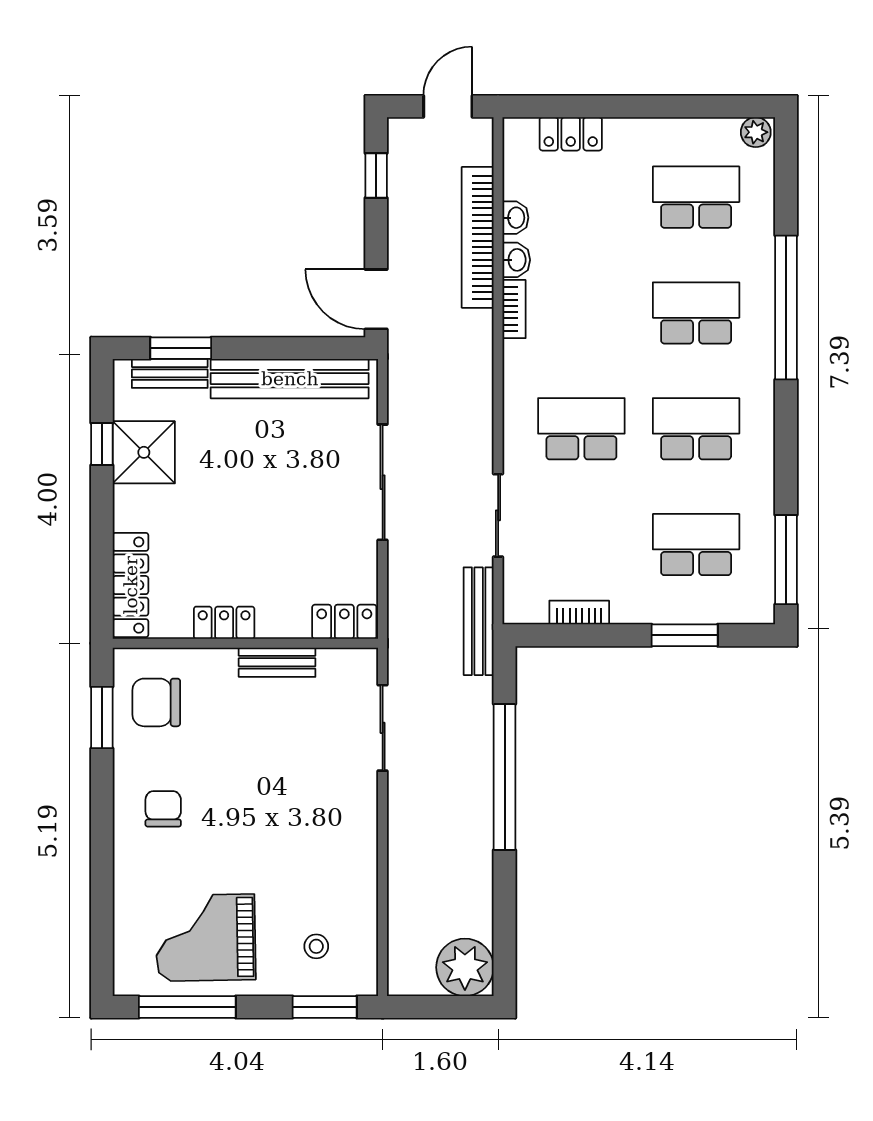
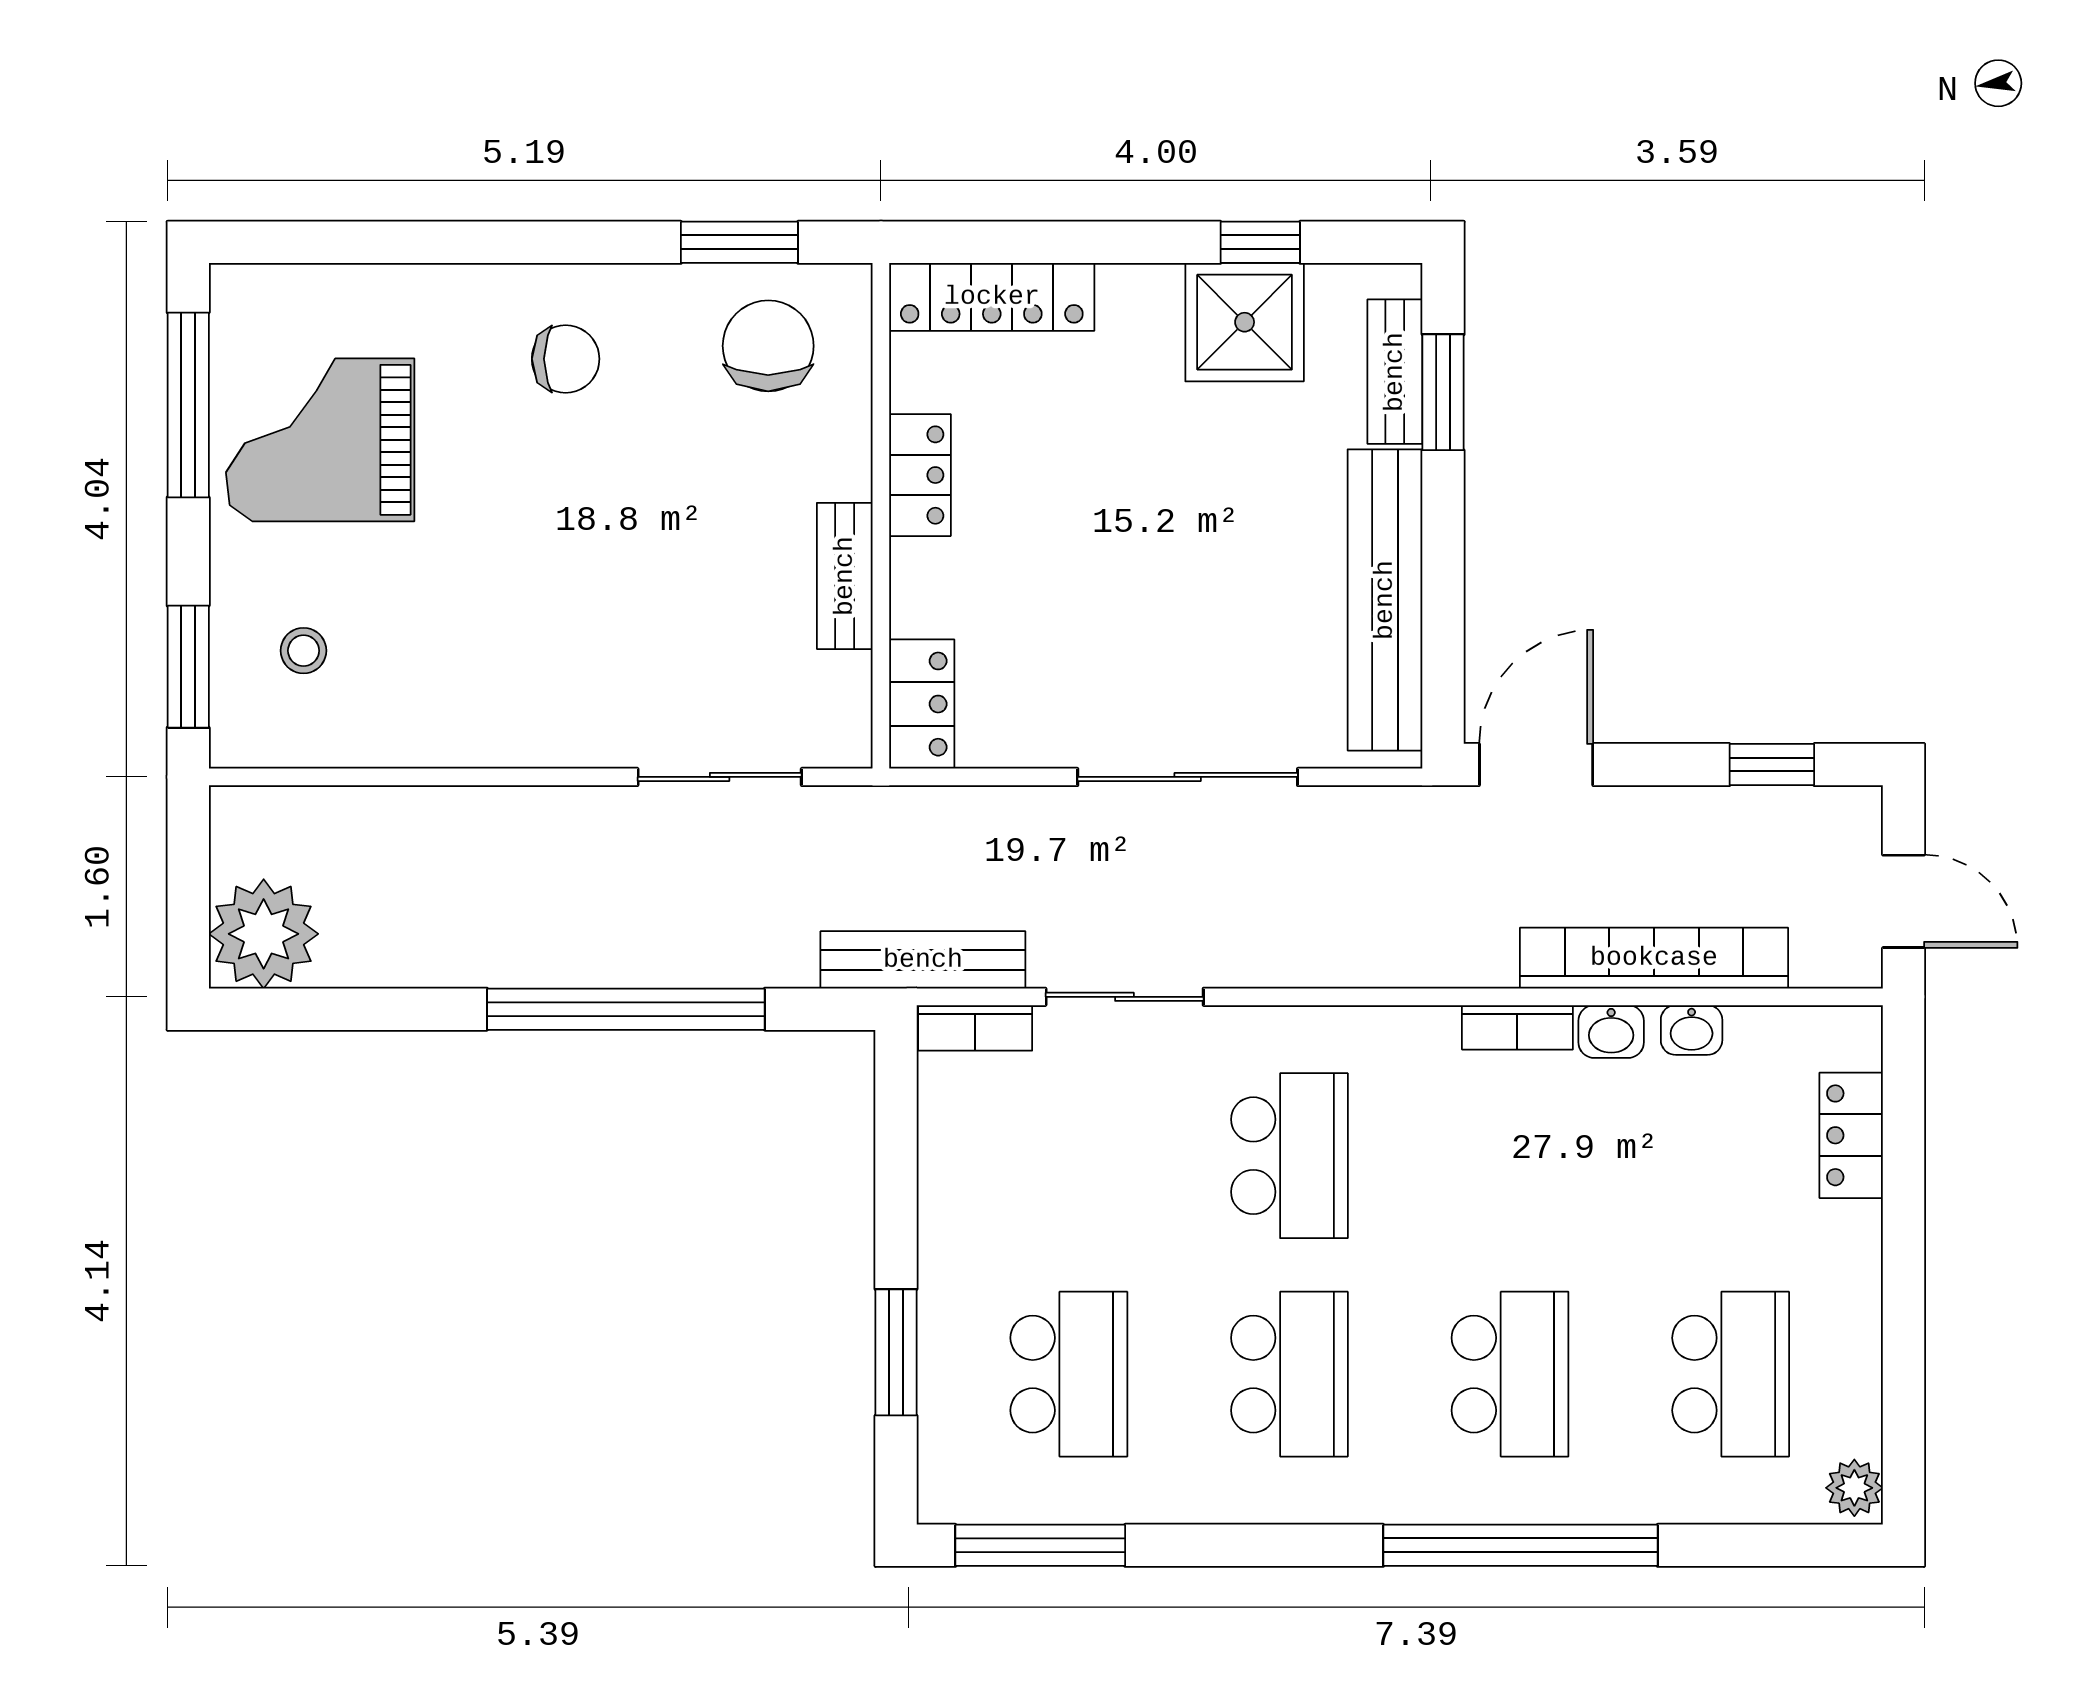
bookcase: (579, 613) -> (975, 1028), moved, turned 90
grand piano: (206, 938) -> (320, 440), turned -89

